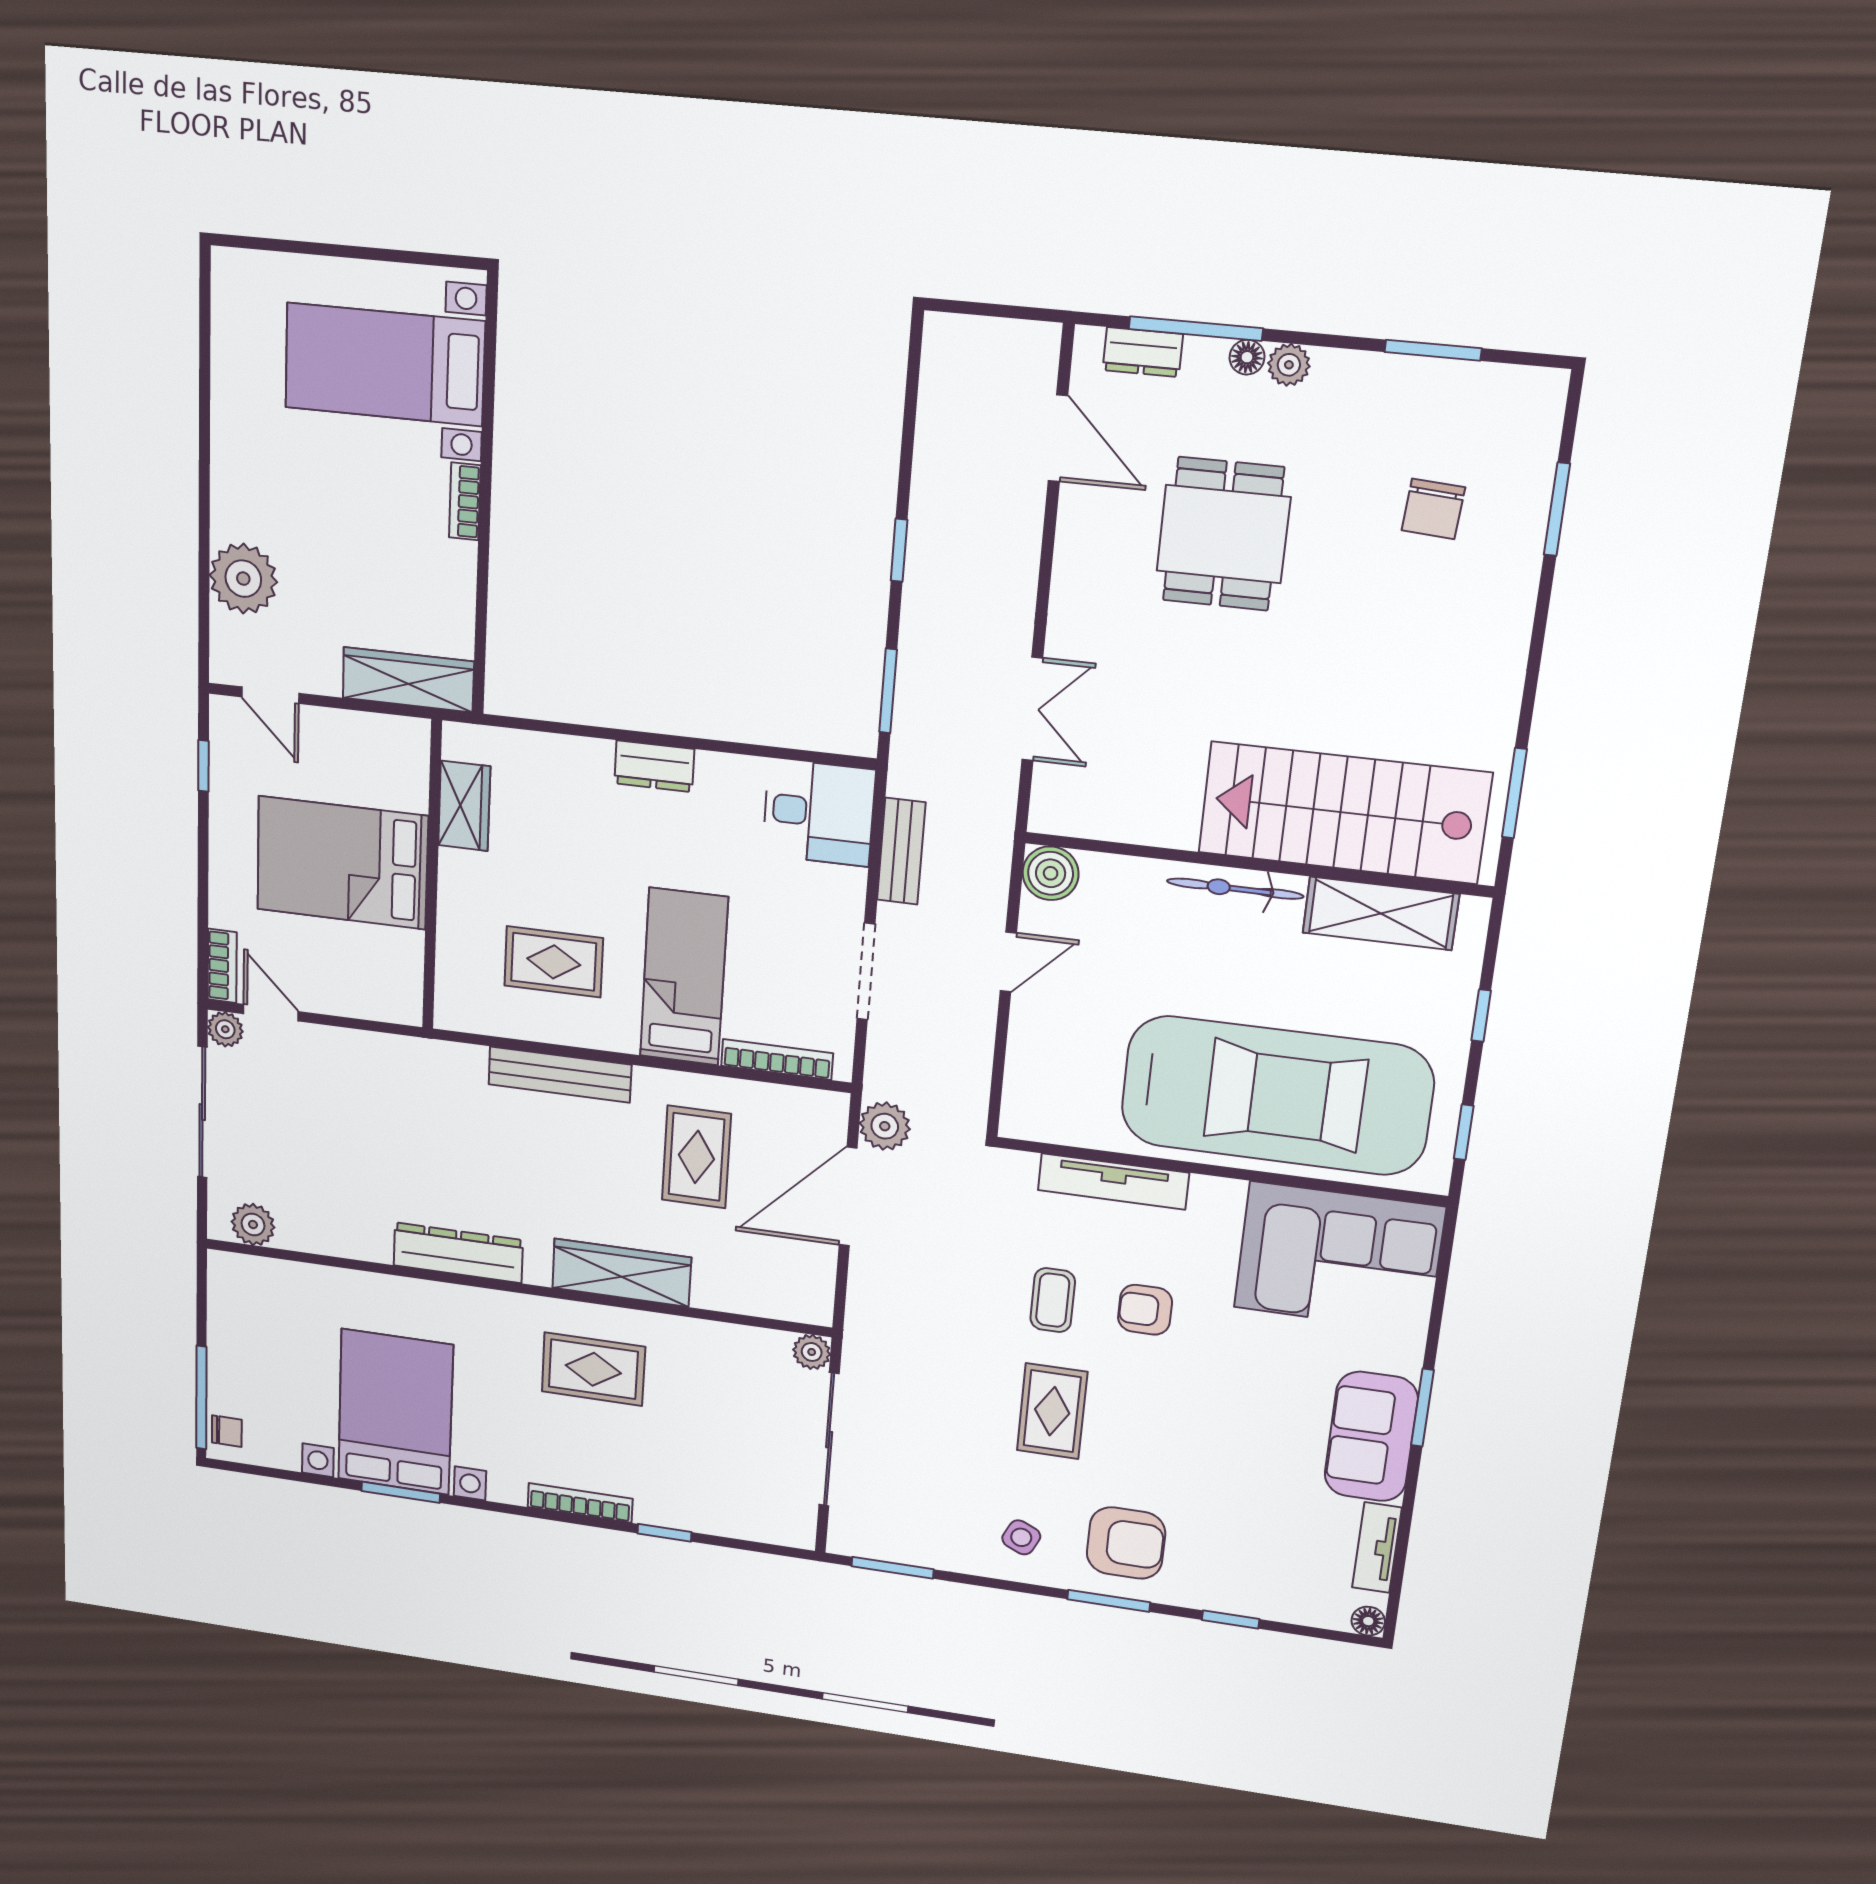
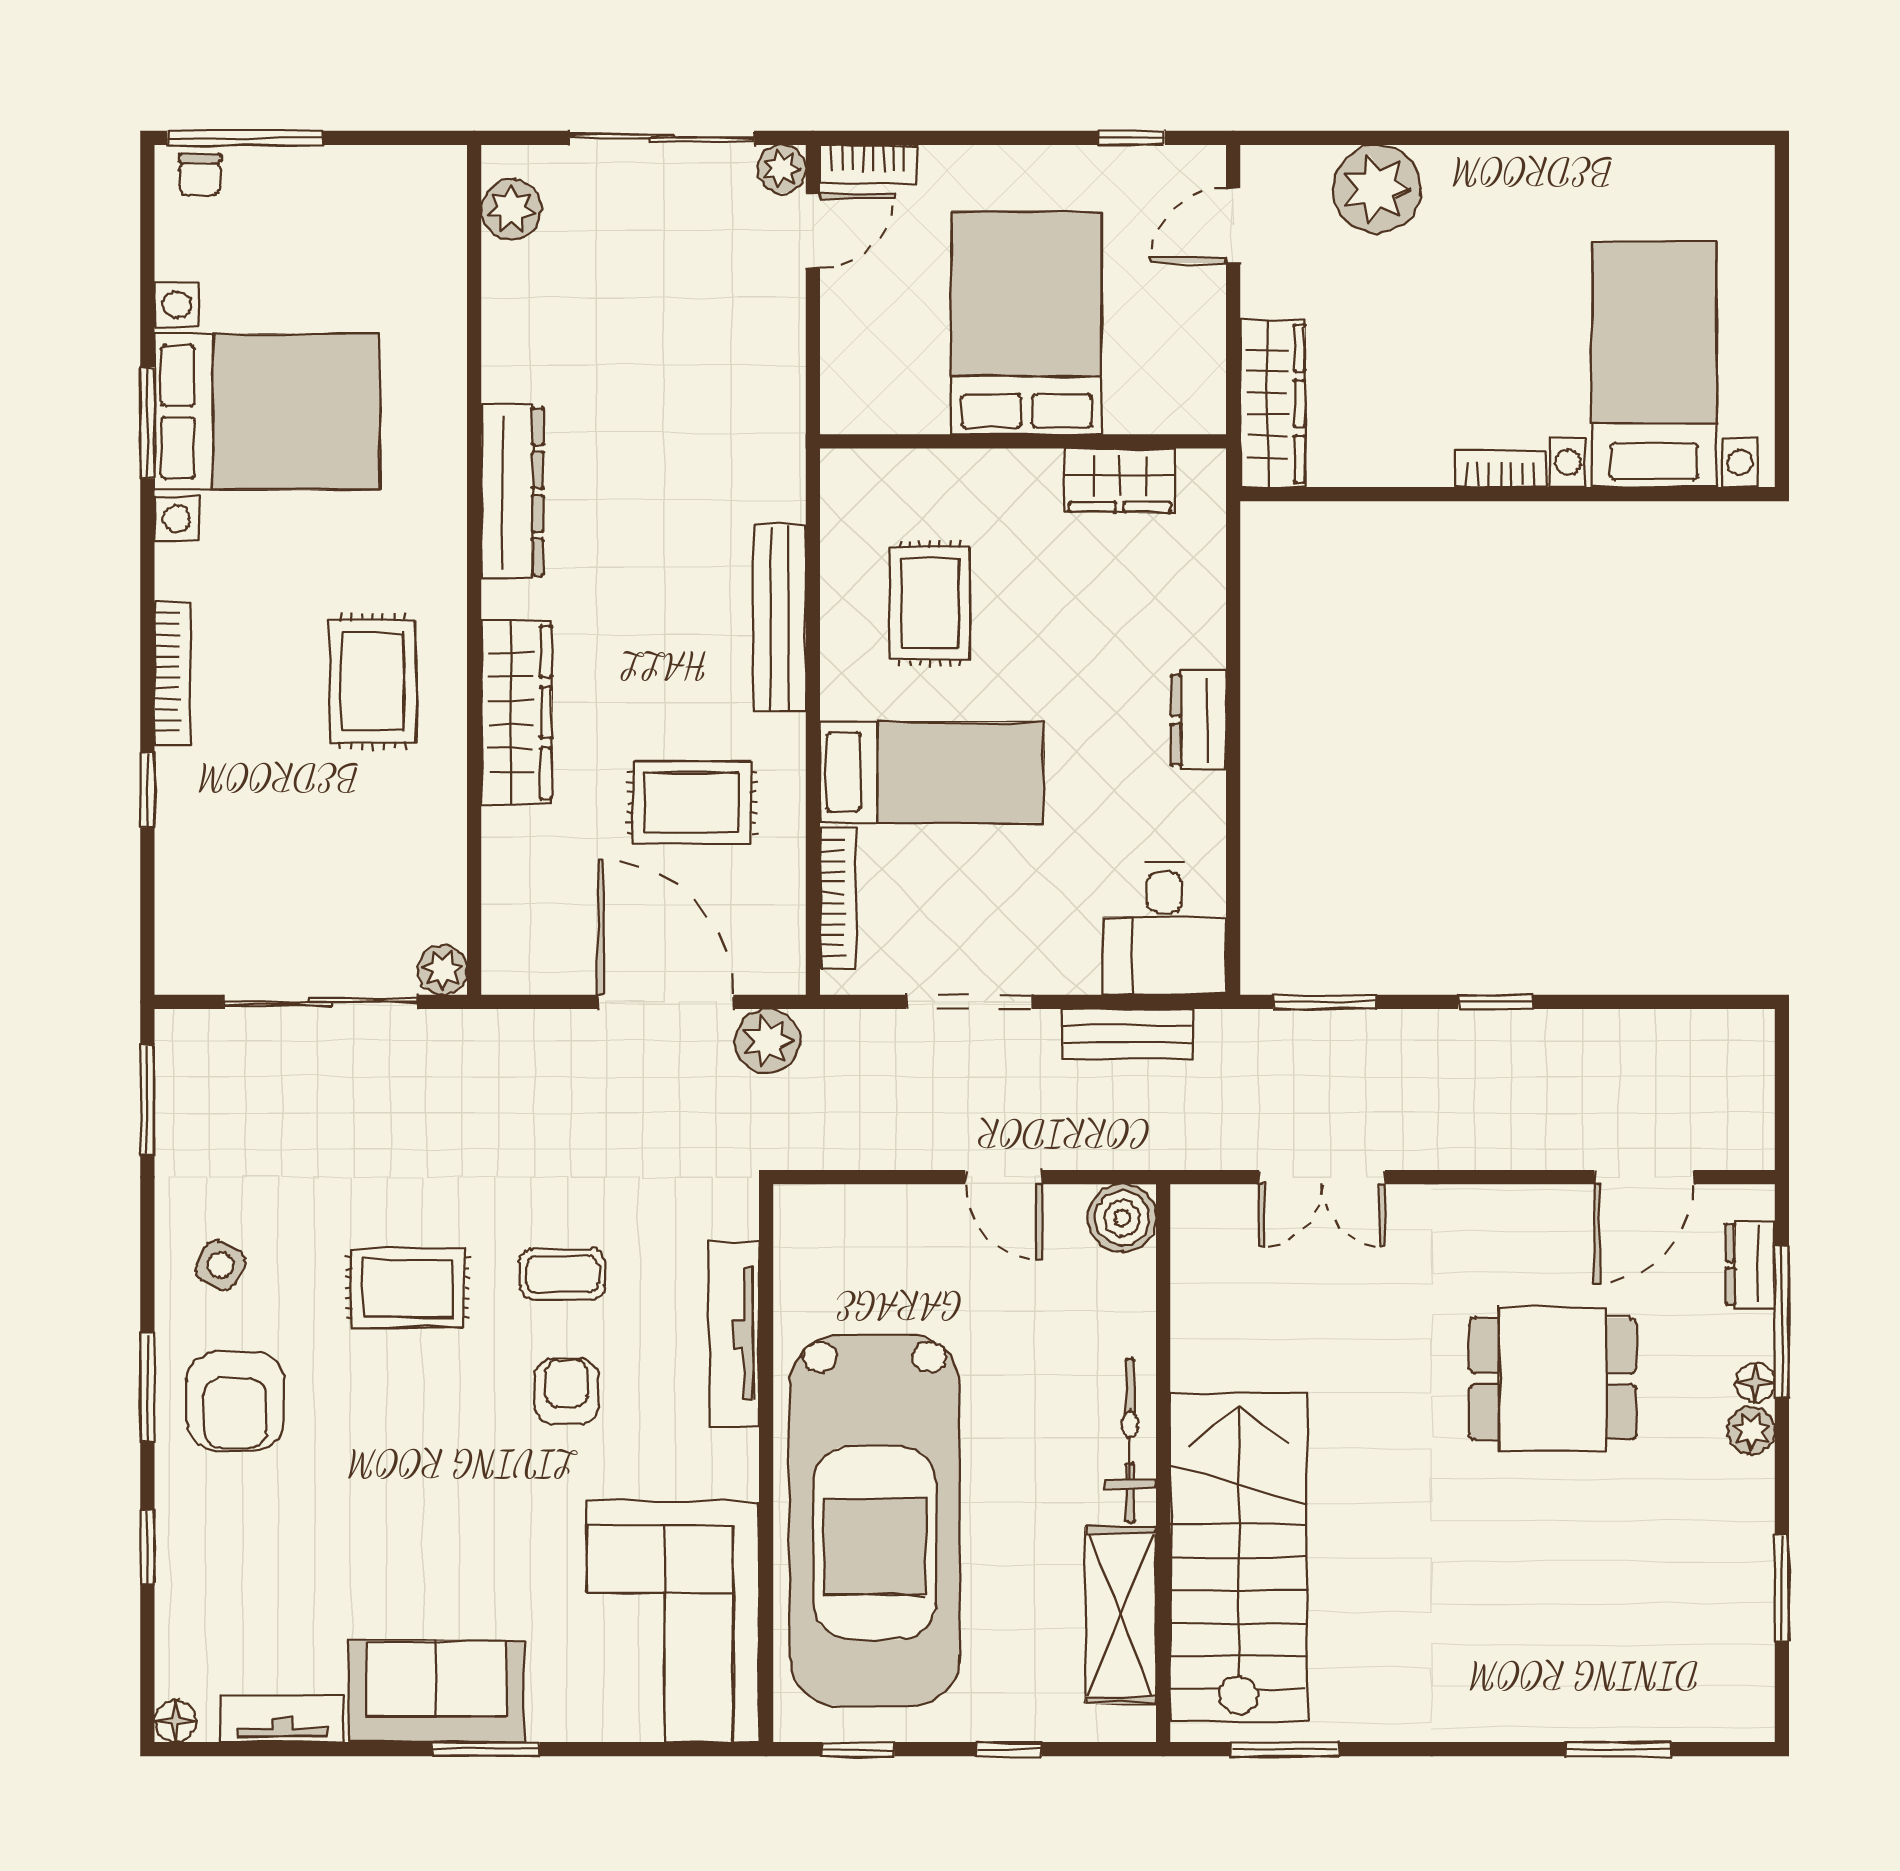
chair: (1433, 509) -> (1605, 1612), removed

